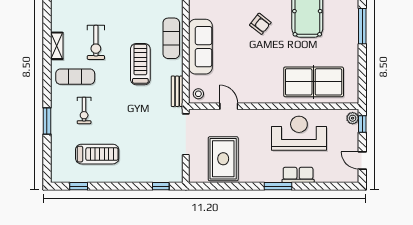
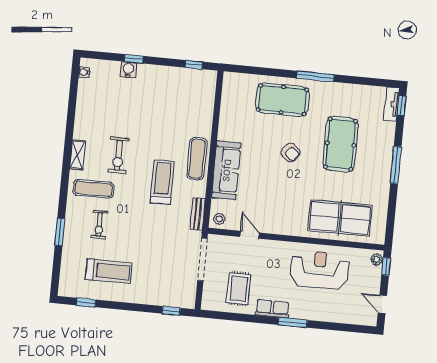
rug: (223, 159) -> (239, 289), width x0.73, depth x0.70
row of seats: (298, 175) -> (272, 309), moved

